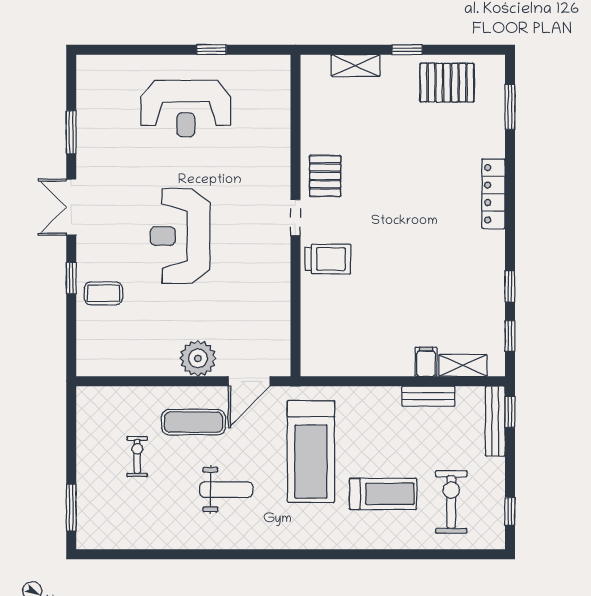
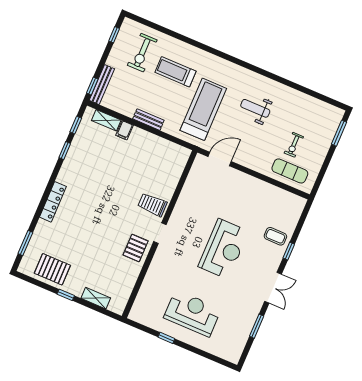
plant: (198, 358) -> (241, 182), removed
bench: (428, 396) -> (148, 120), moved
exercise mat: (193, 422) -> (290, 171), moved

